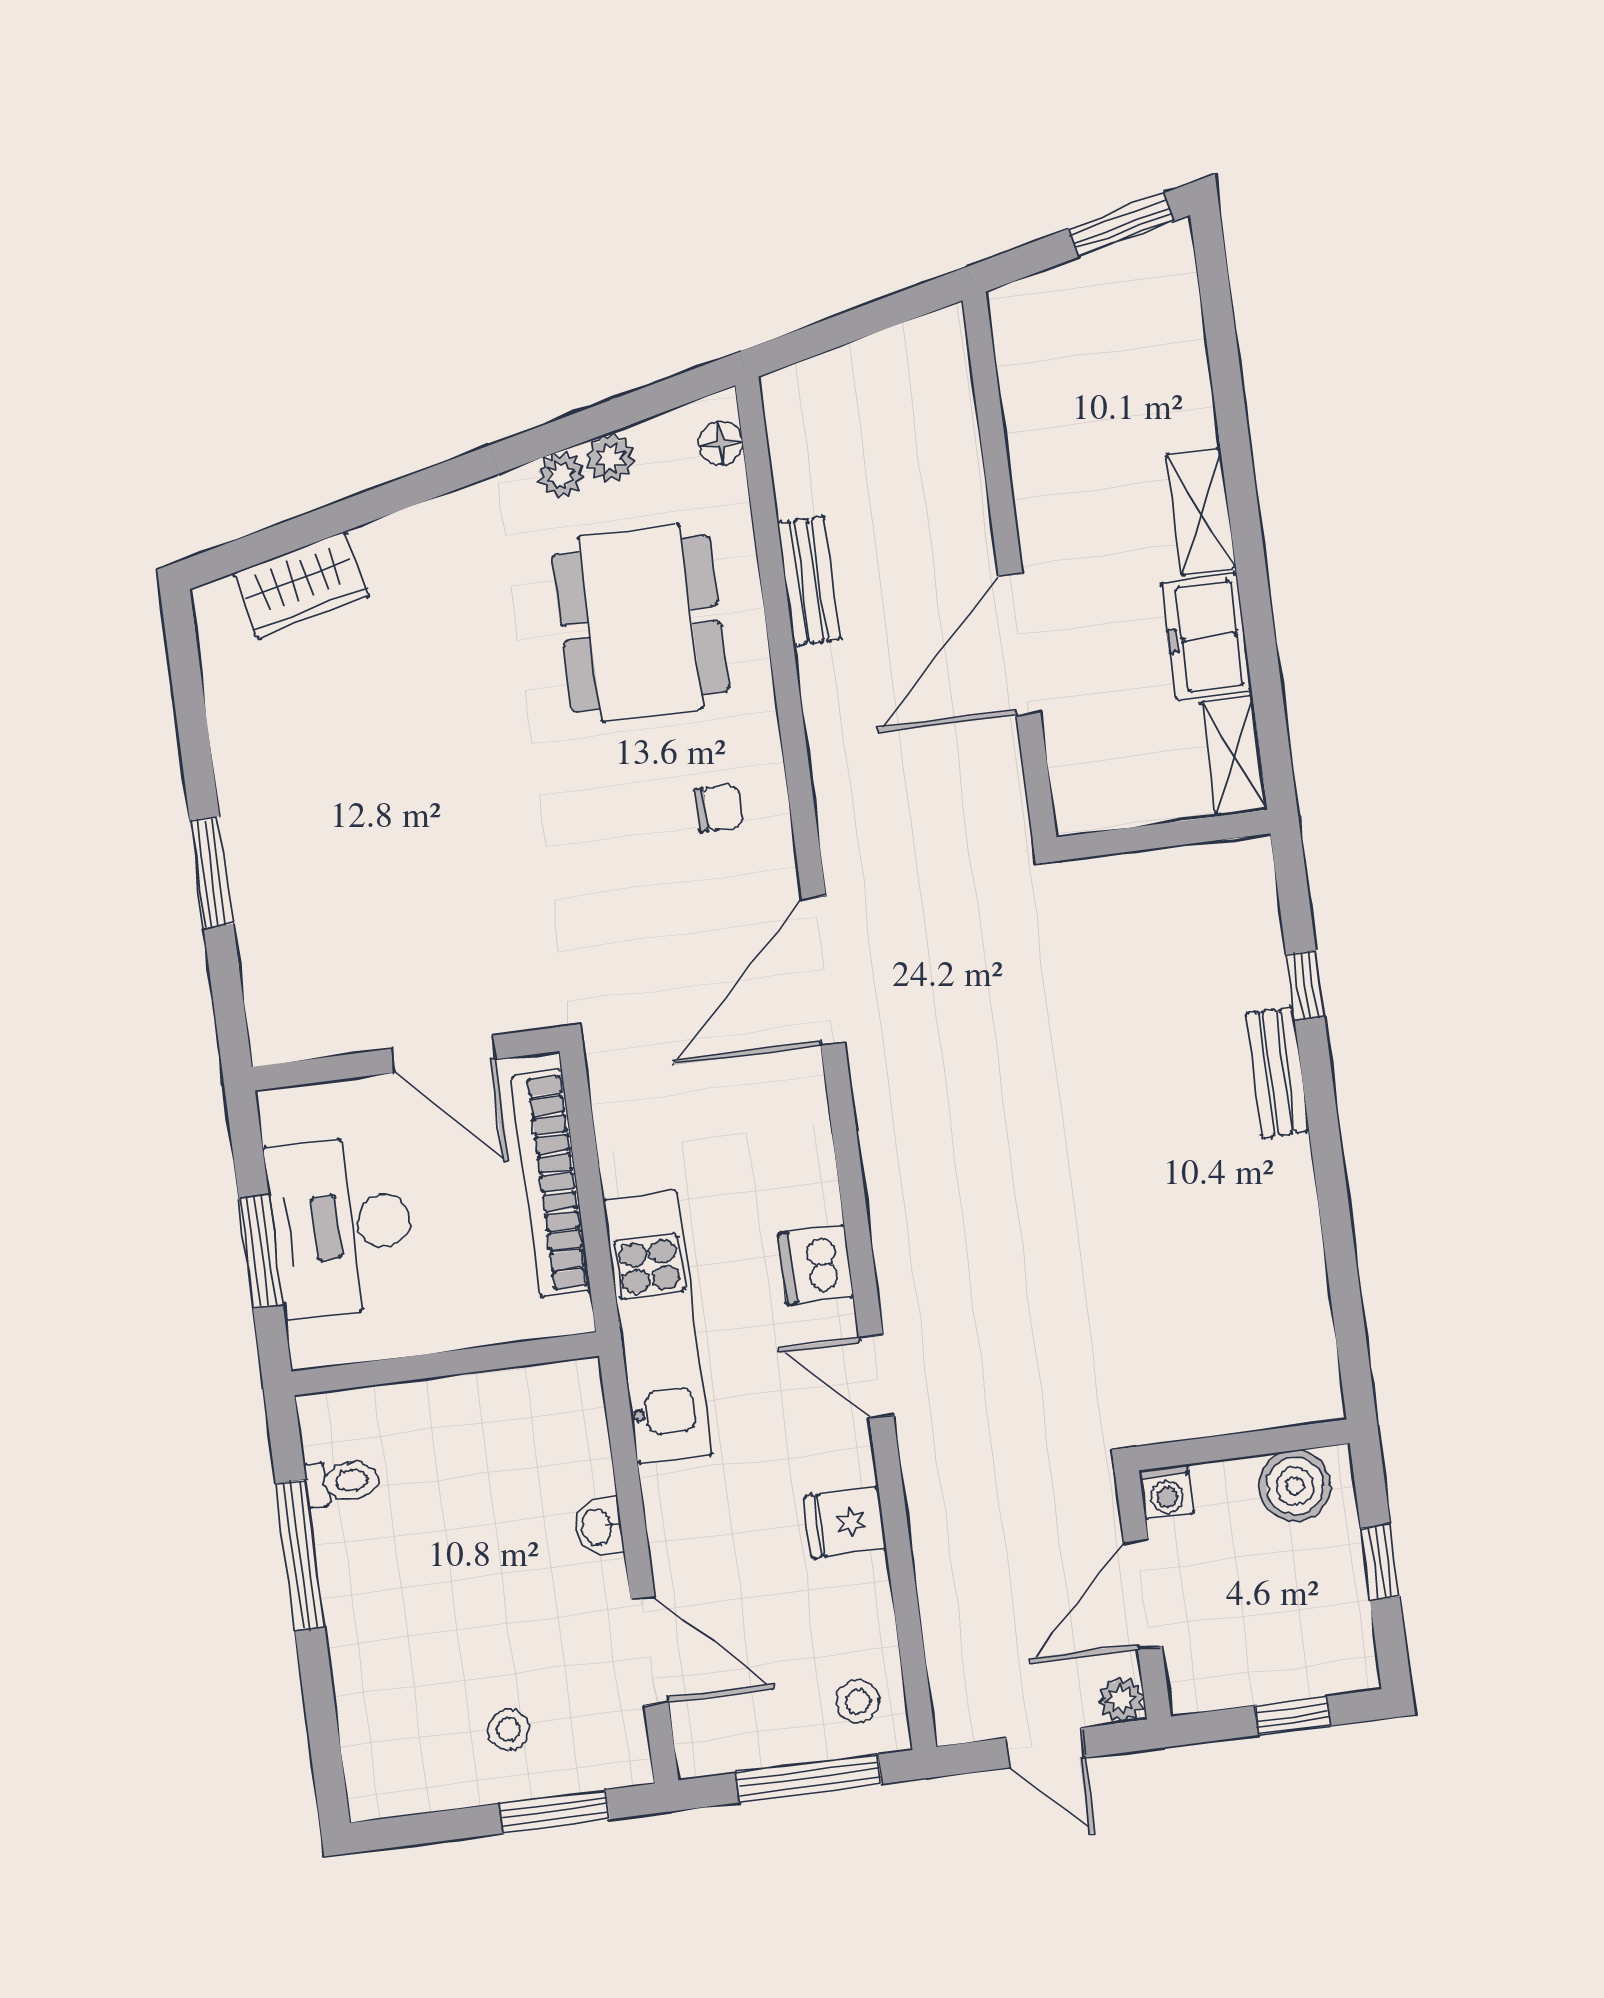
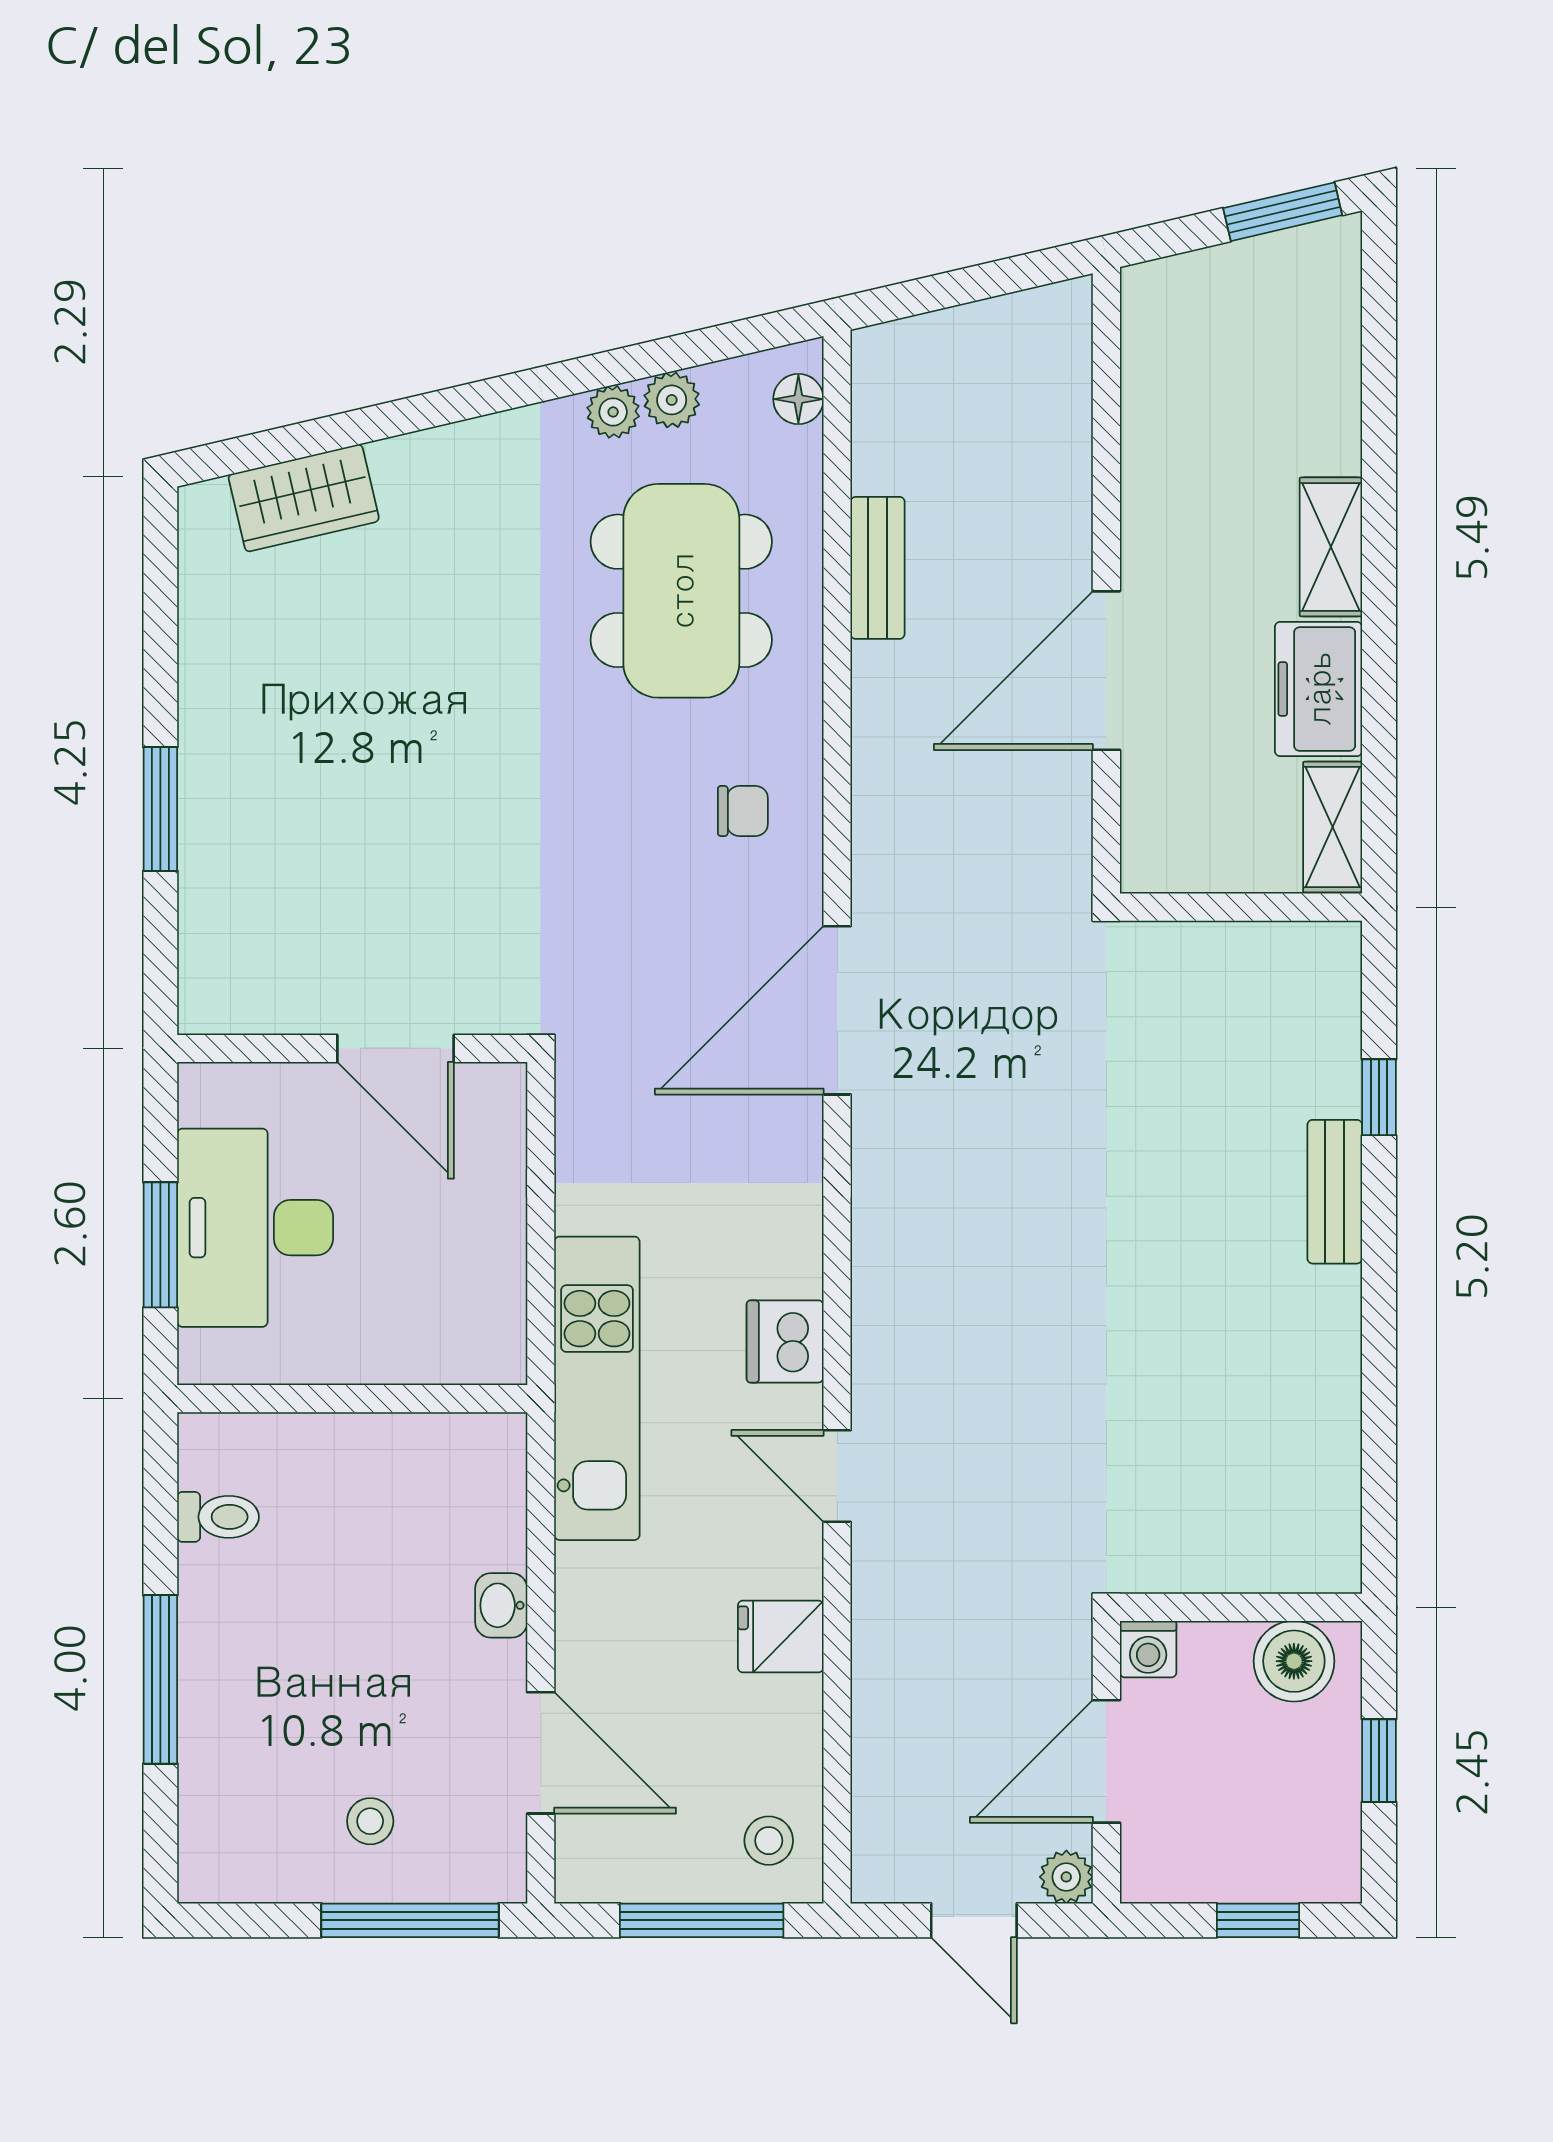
bookcase: (551, 1183) -> (498, 1210), removed
window: (300, 1555) -> (160, 1679), moved
window: (554, 1812) -> (410, 1920), width x1.44

